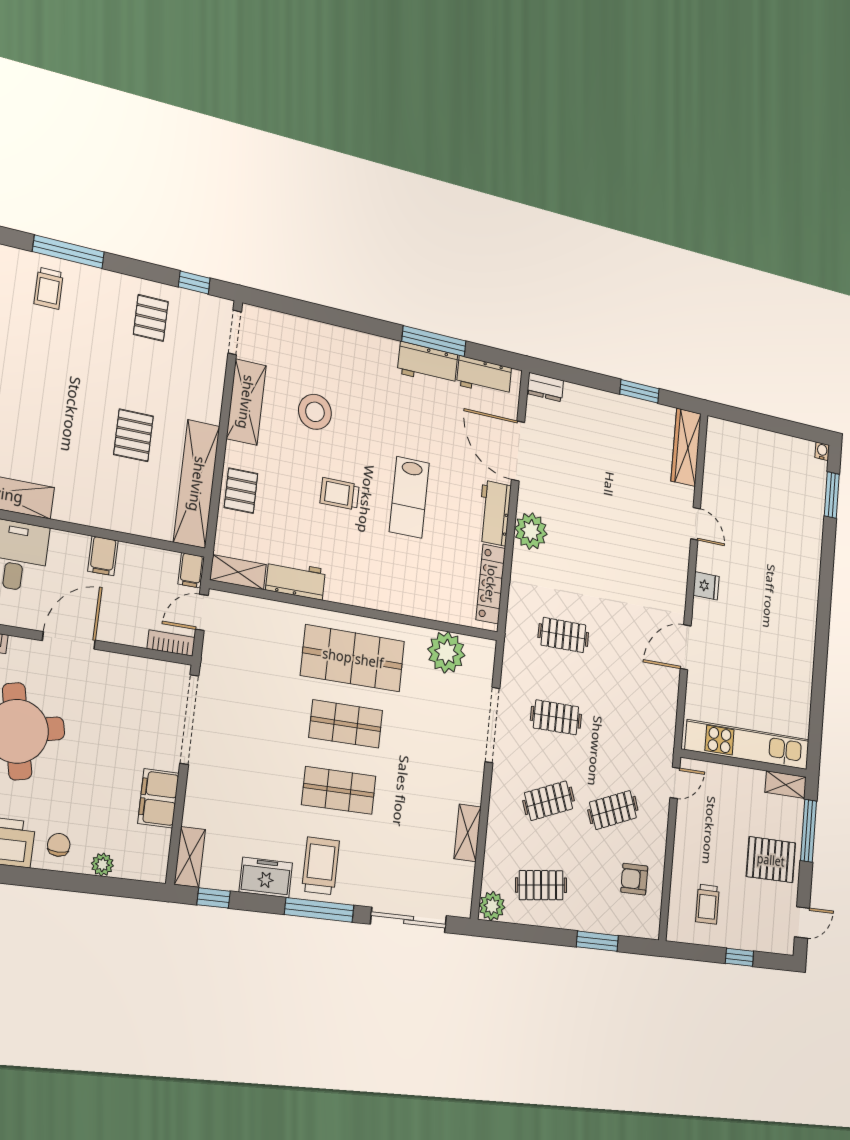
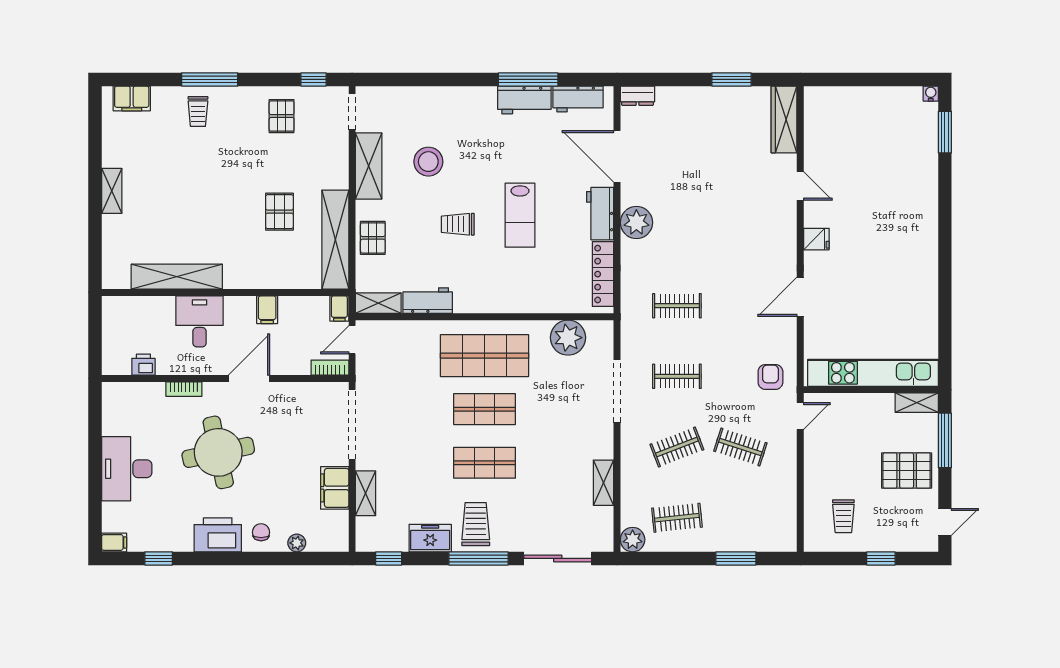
clothes rail: (613, 810) -> (740, 447), turned 39
shelving: (190, 857) -> (366, 493), moved
armchair: (634, 879) -> (770, 377), moved, turned 90

